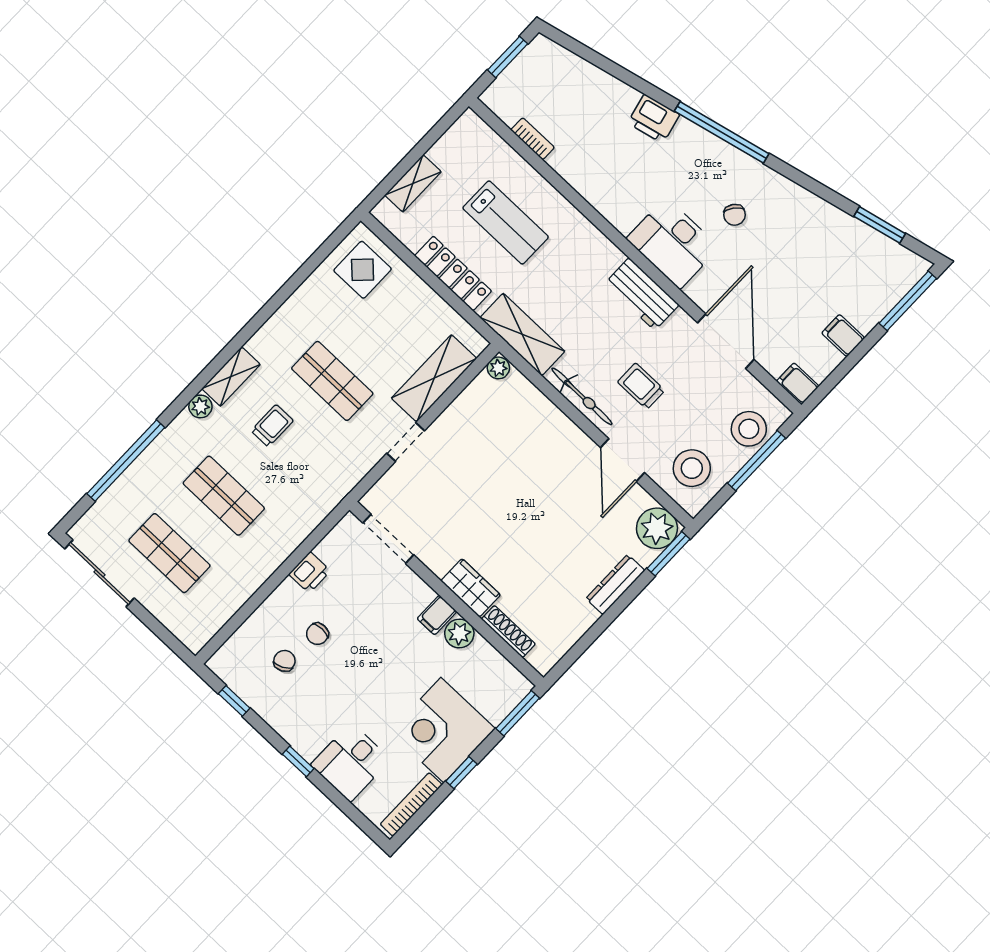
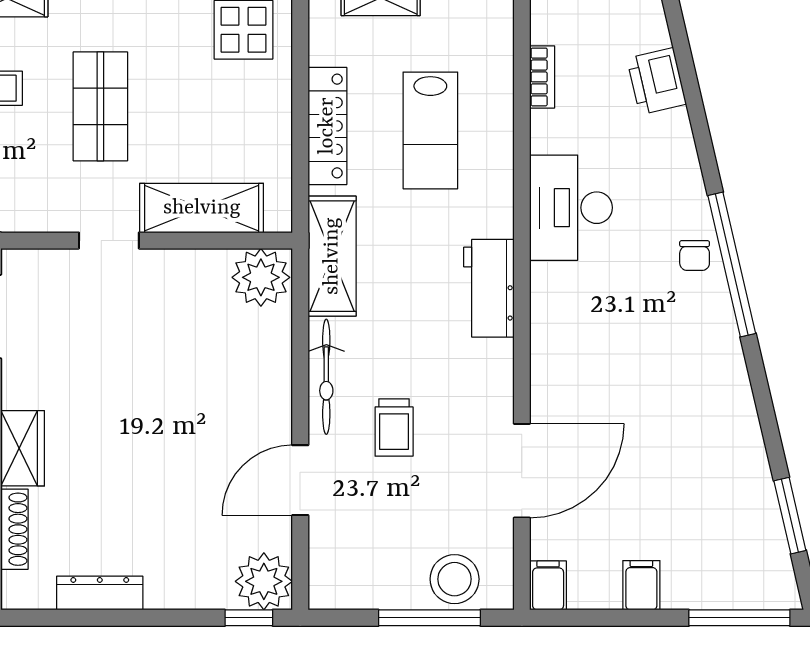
printer: (654, 119) -> (657, 81), moved
chair: (735, 215) -> (695, 256), moved, turned -38
desk: (673, 243) -> (571, 208), moved
workbench: (642, 294) -> (489, 288), moved
plant: (498, 368) -> (261, 277), width x1.88, depth x1.88
trolley: (641, 386) -> (394, 428), turned 180
stool: (692, 468) -> (359, 559), removed
window: (668, 554) -> (249, 618), width x0.67
dresser: (615, 585) -> (100, 593), moved

